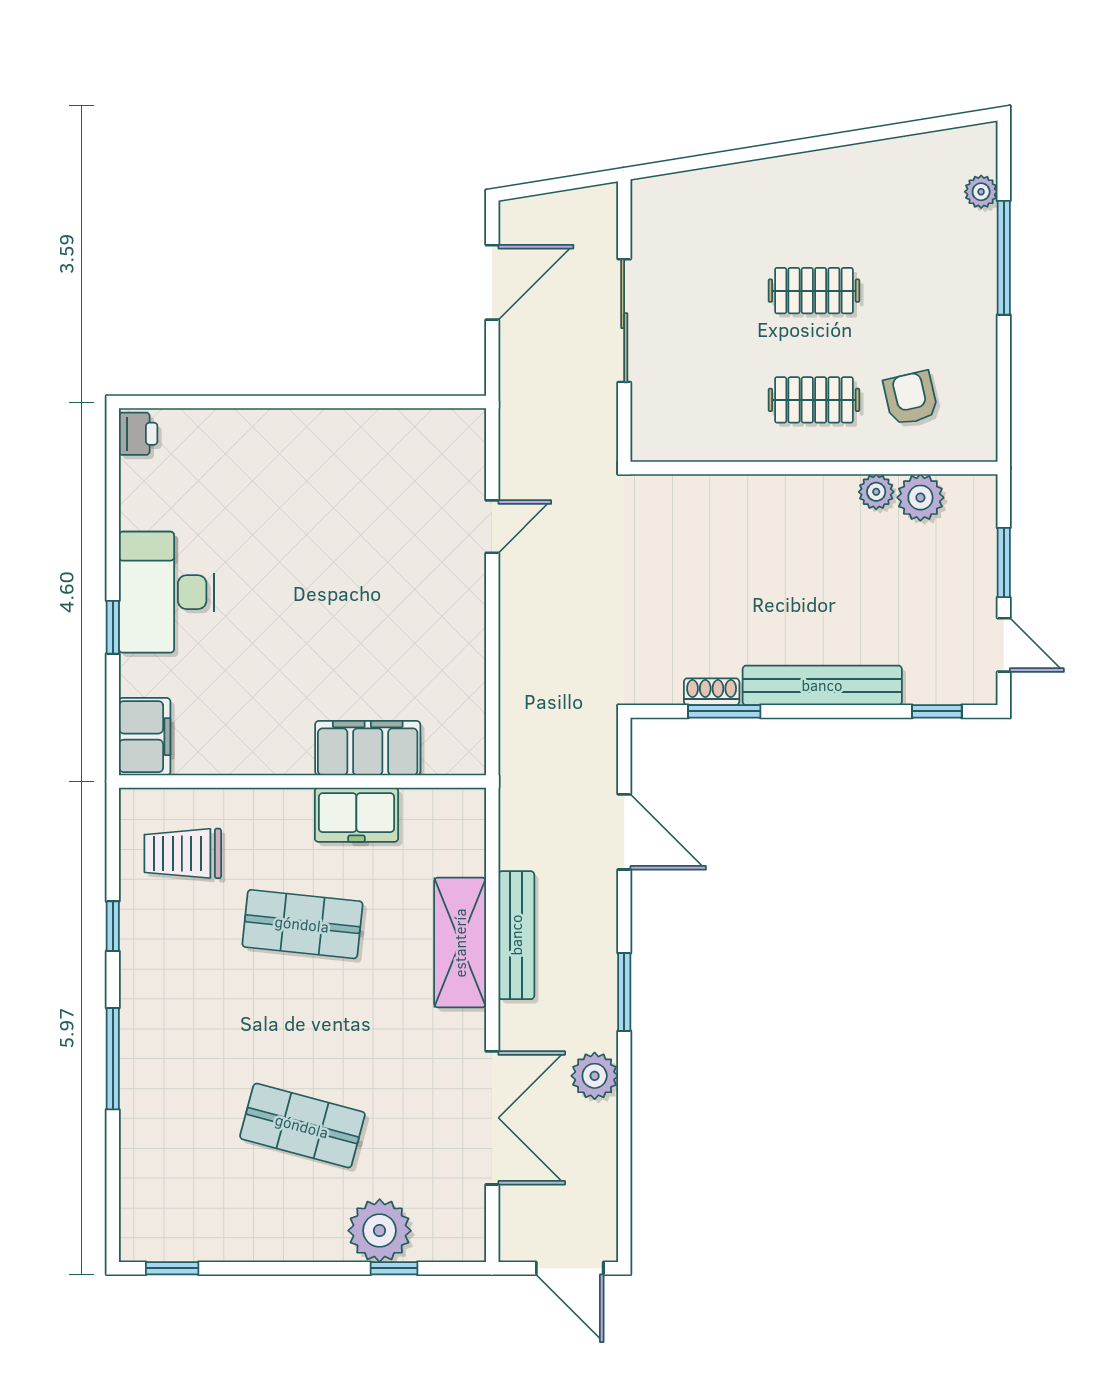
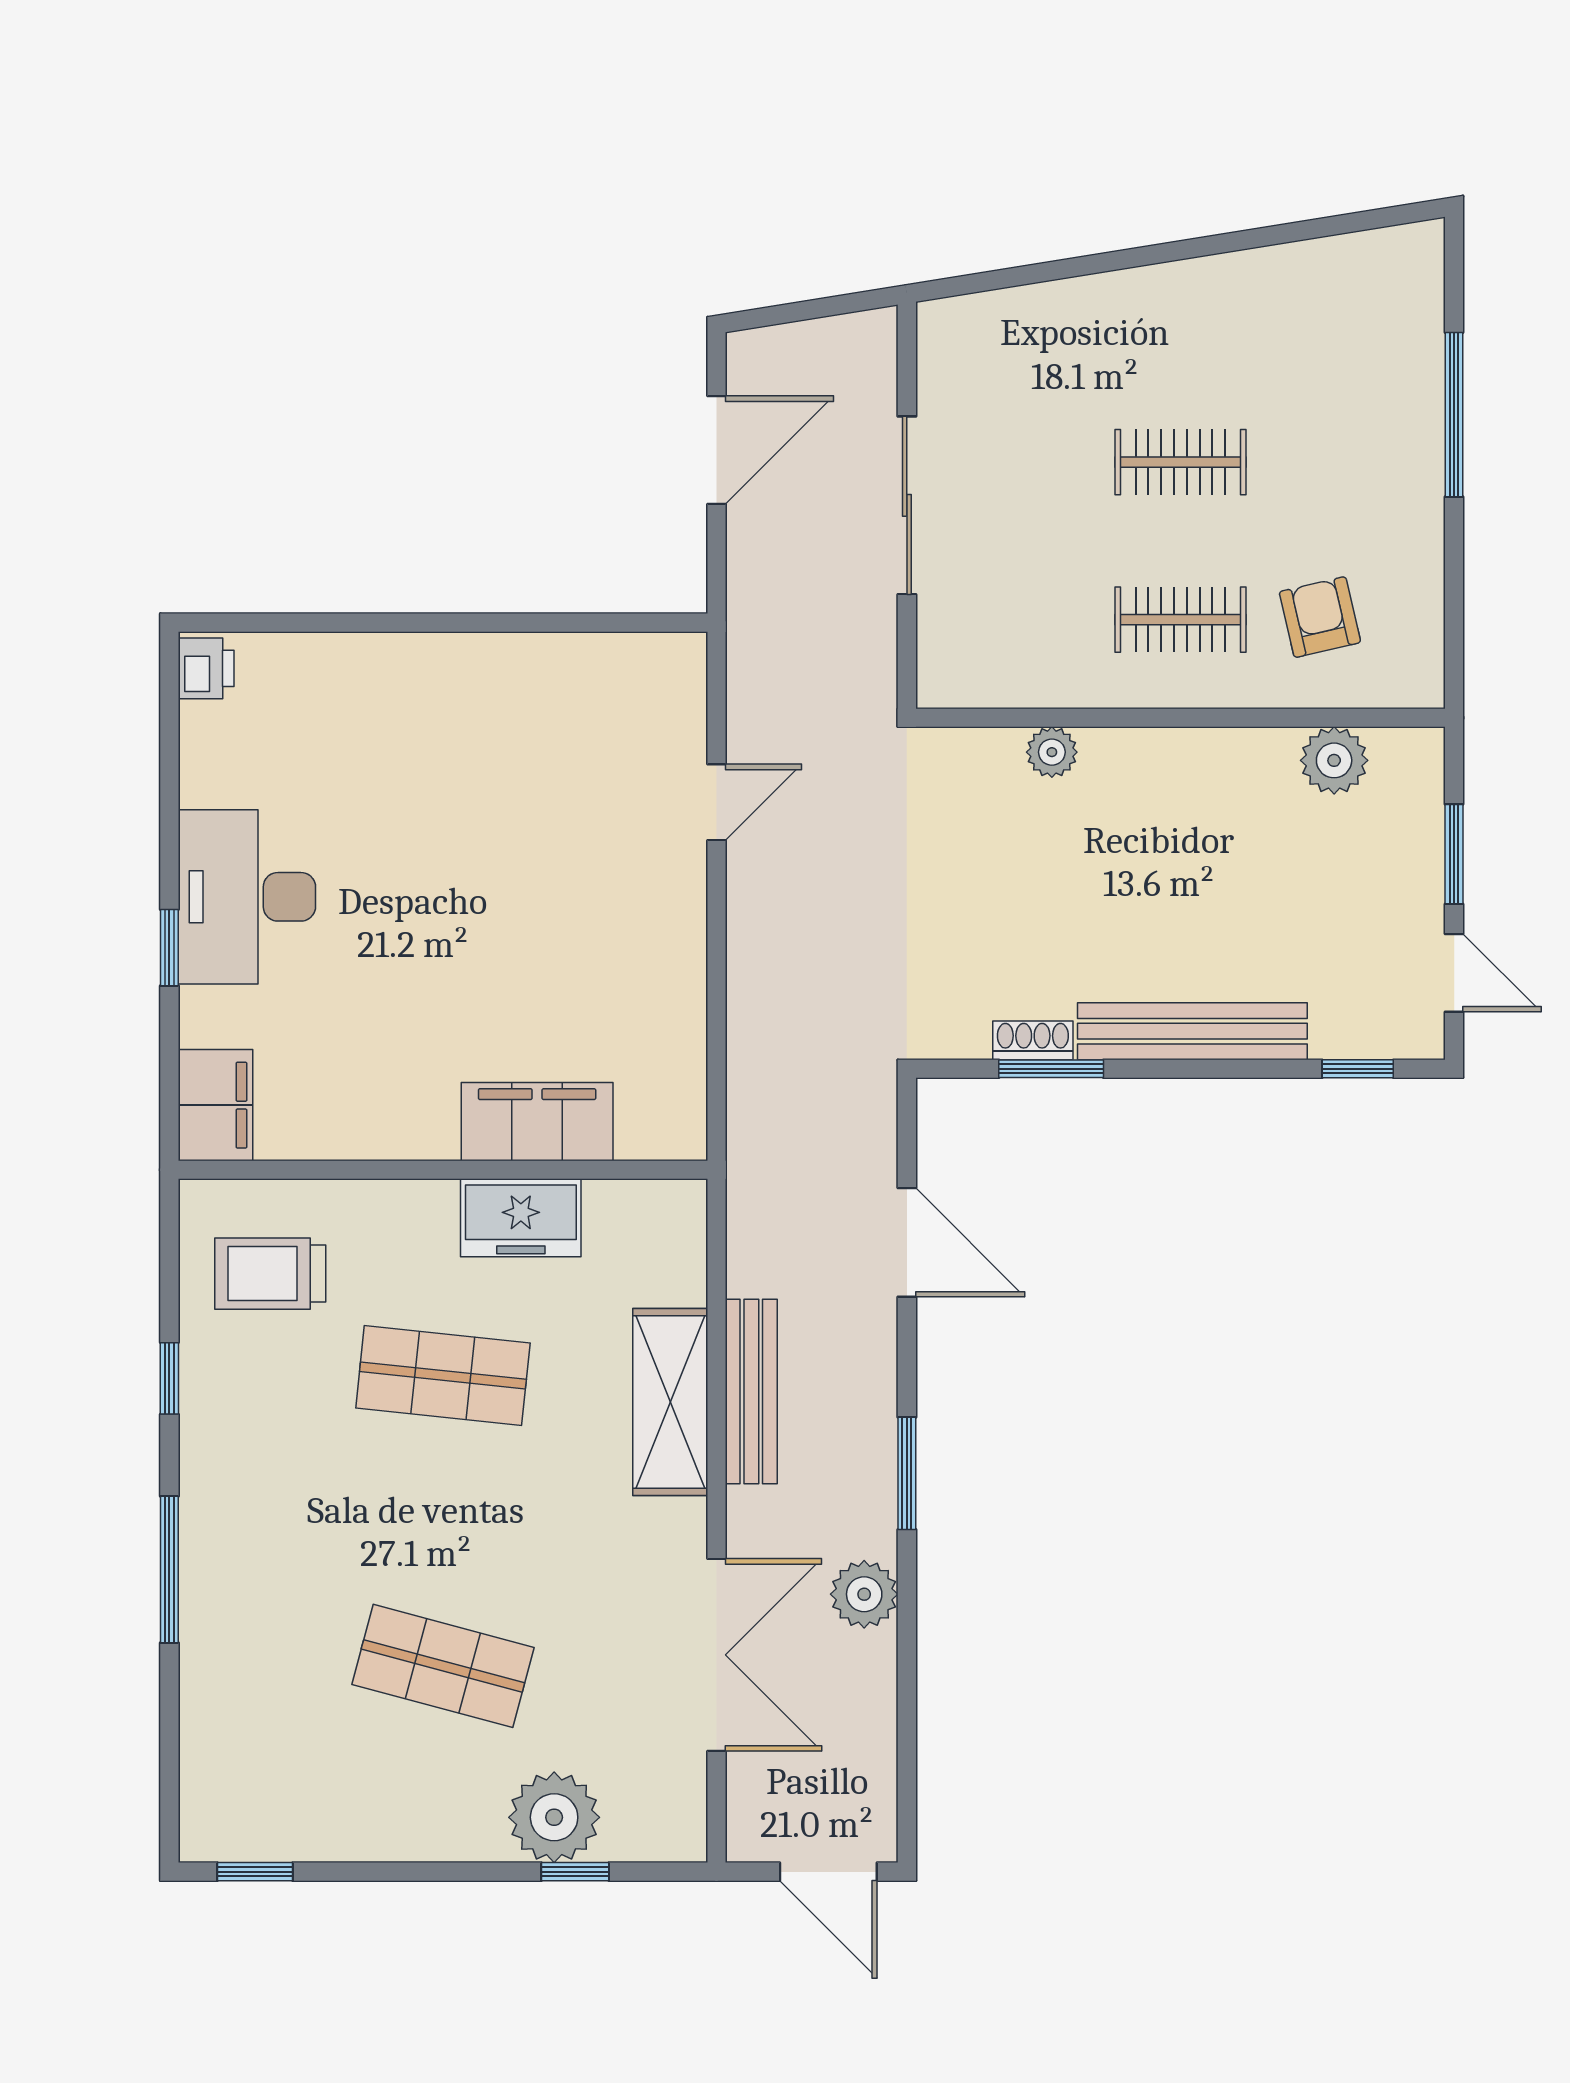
plant: (981, 192) -> (1421, 319), removed
plant: (876, 492) -> (1052, 752), moved

